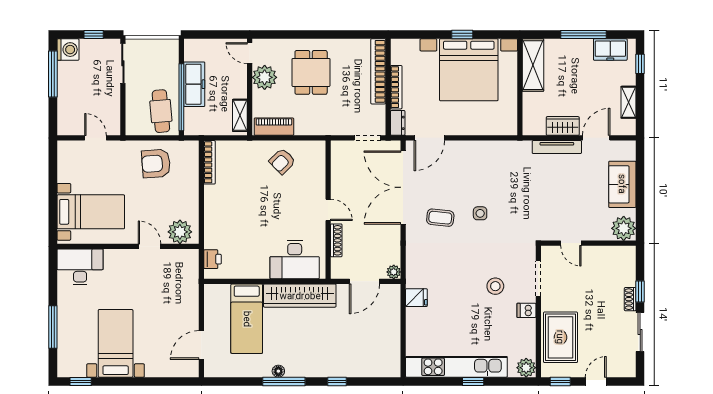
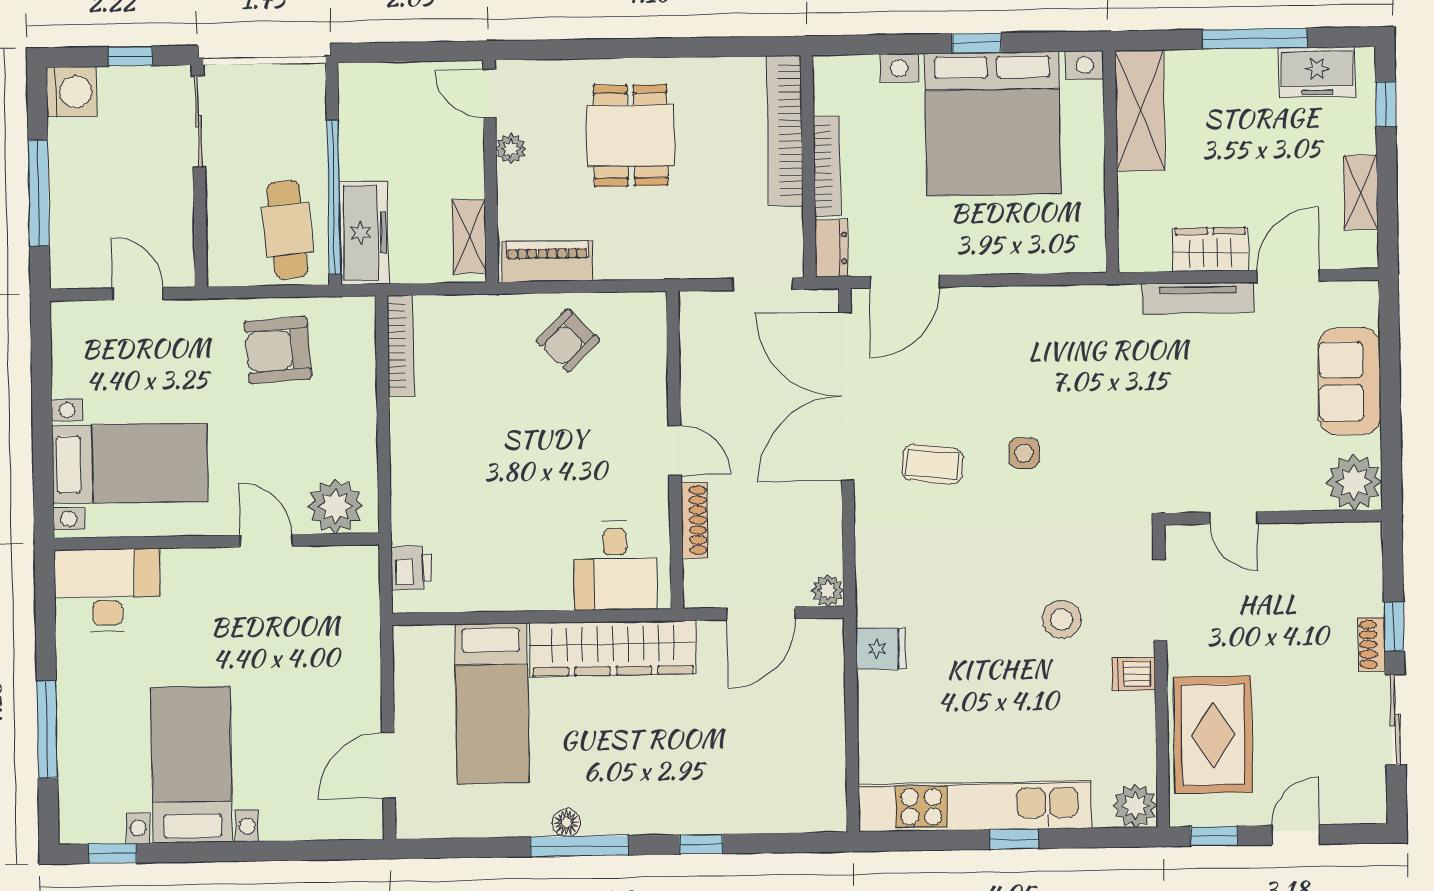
window: (53, 74) -> (39, 193), moved
plant: (265, 77) -> (511, 149), width x0.53, depth x0.53
freezer: (194, 84) -> (364, 233), moved
desk: (295, 260) -> (615, 566), width x0.73

